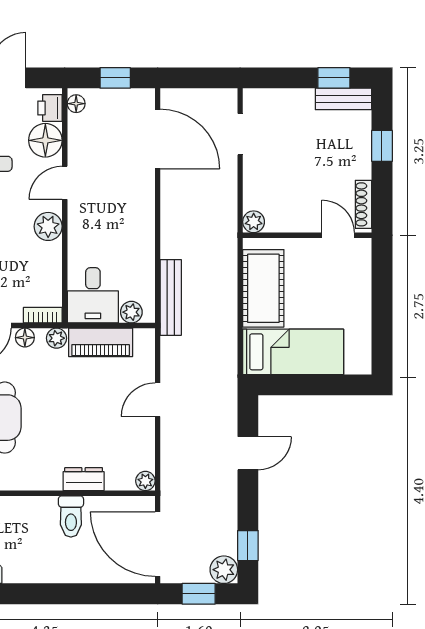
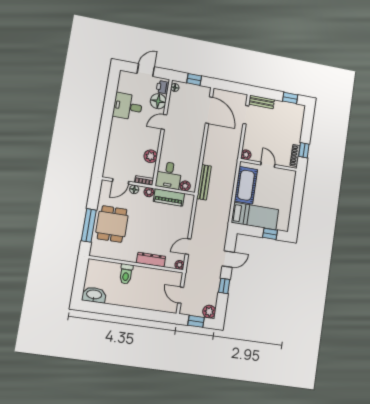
bench: (343, 99) -> (261, 102), moved
window: (382, 146) -> (304, 150), moved
plant: (48, 226) -> (151, 156), moved
door: (338, 235) -> (268, 165), moved
window: (332, 385) -> (270, 234), added
door: (158, 400) -> (188, 247), moved
dresser: (84, 479) -> (151, 260), width x1.44
toilet: (71, 516) -> (126, 274), moved
door: (158, 544) -> (181, 295), width x0.53
window: (248, 546) -> (224, 286), moved

